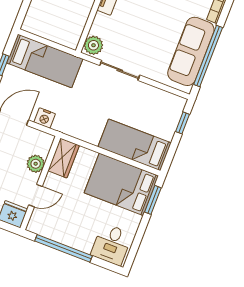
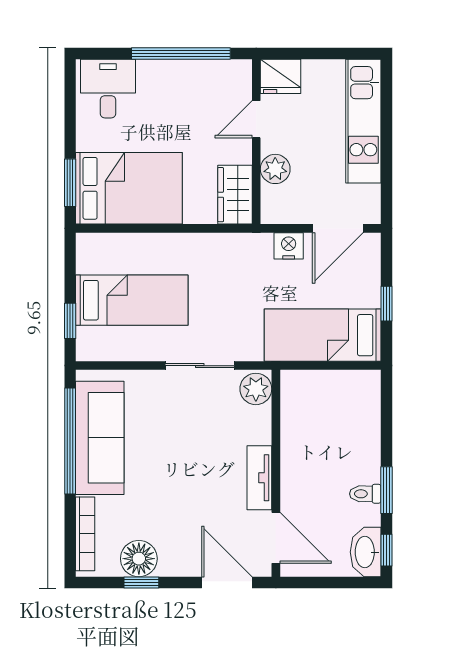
bed: (135, 145) -> (132, 300), moved

